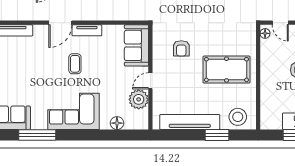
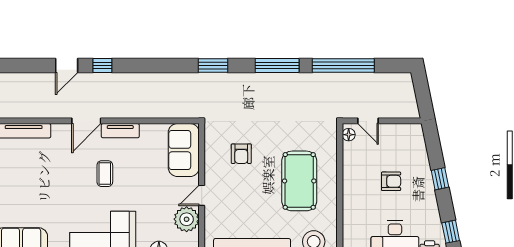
pool table: (226, 70) -> (299, 181), turned 90

